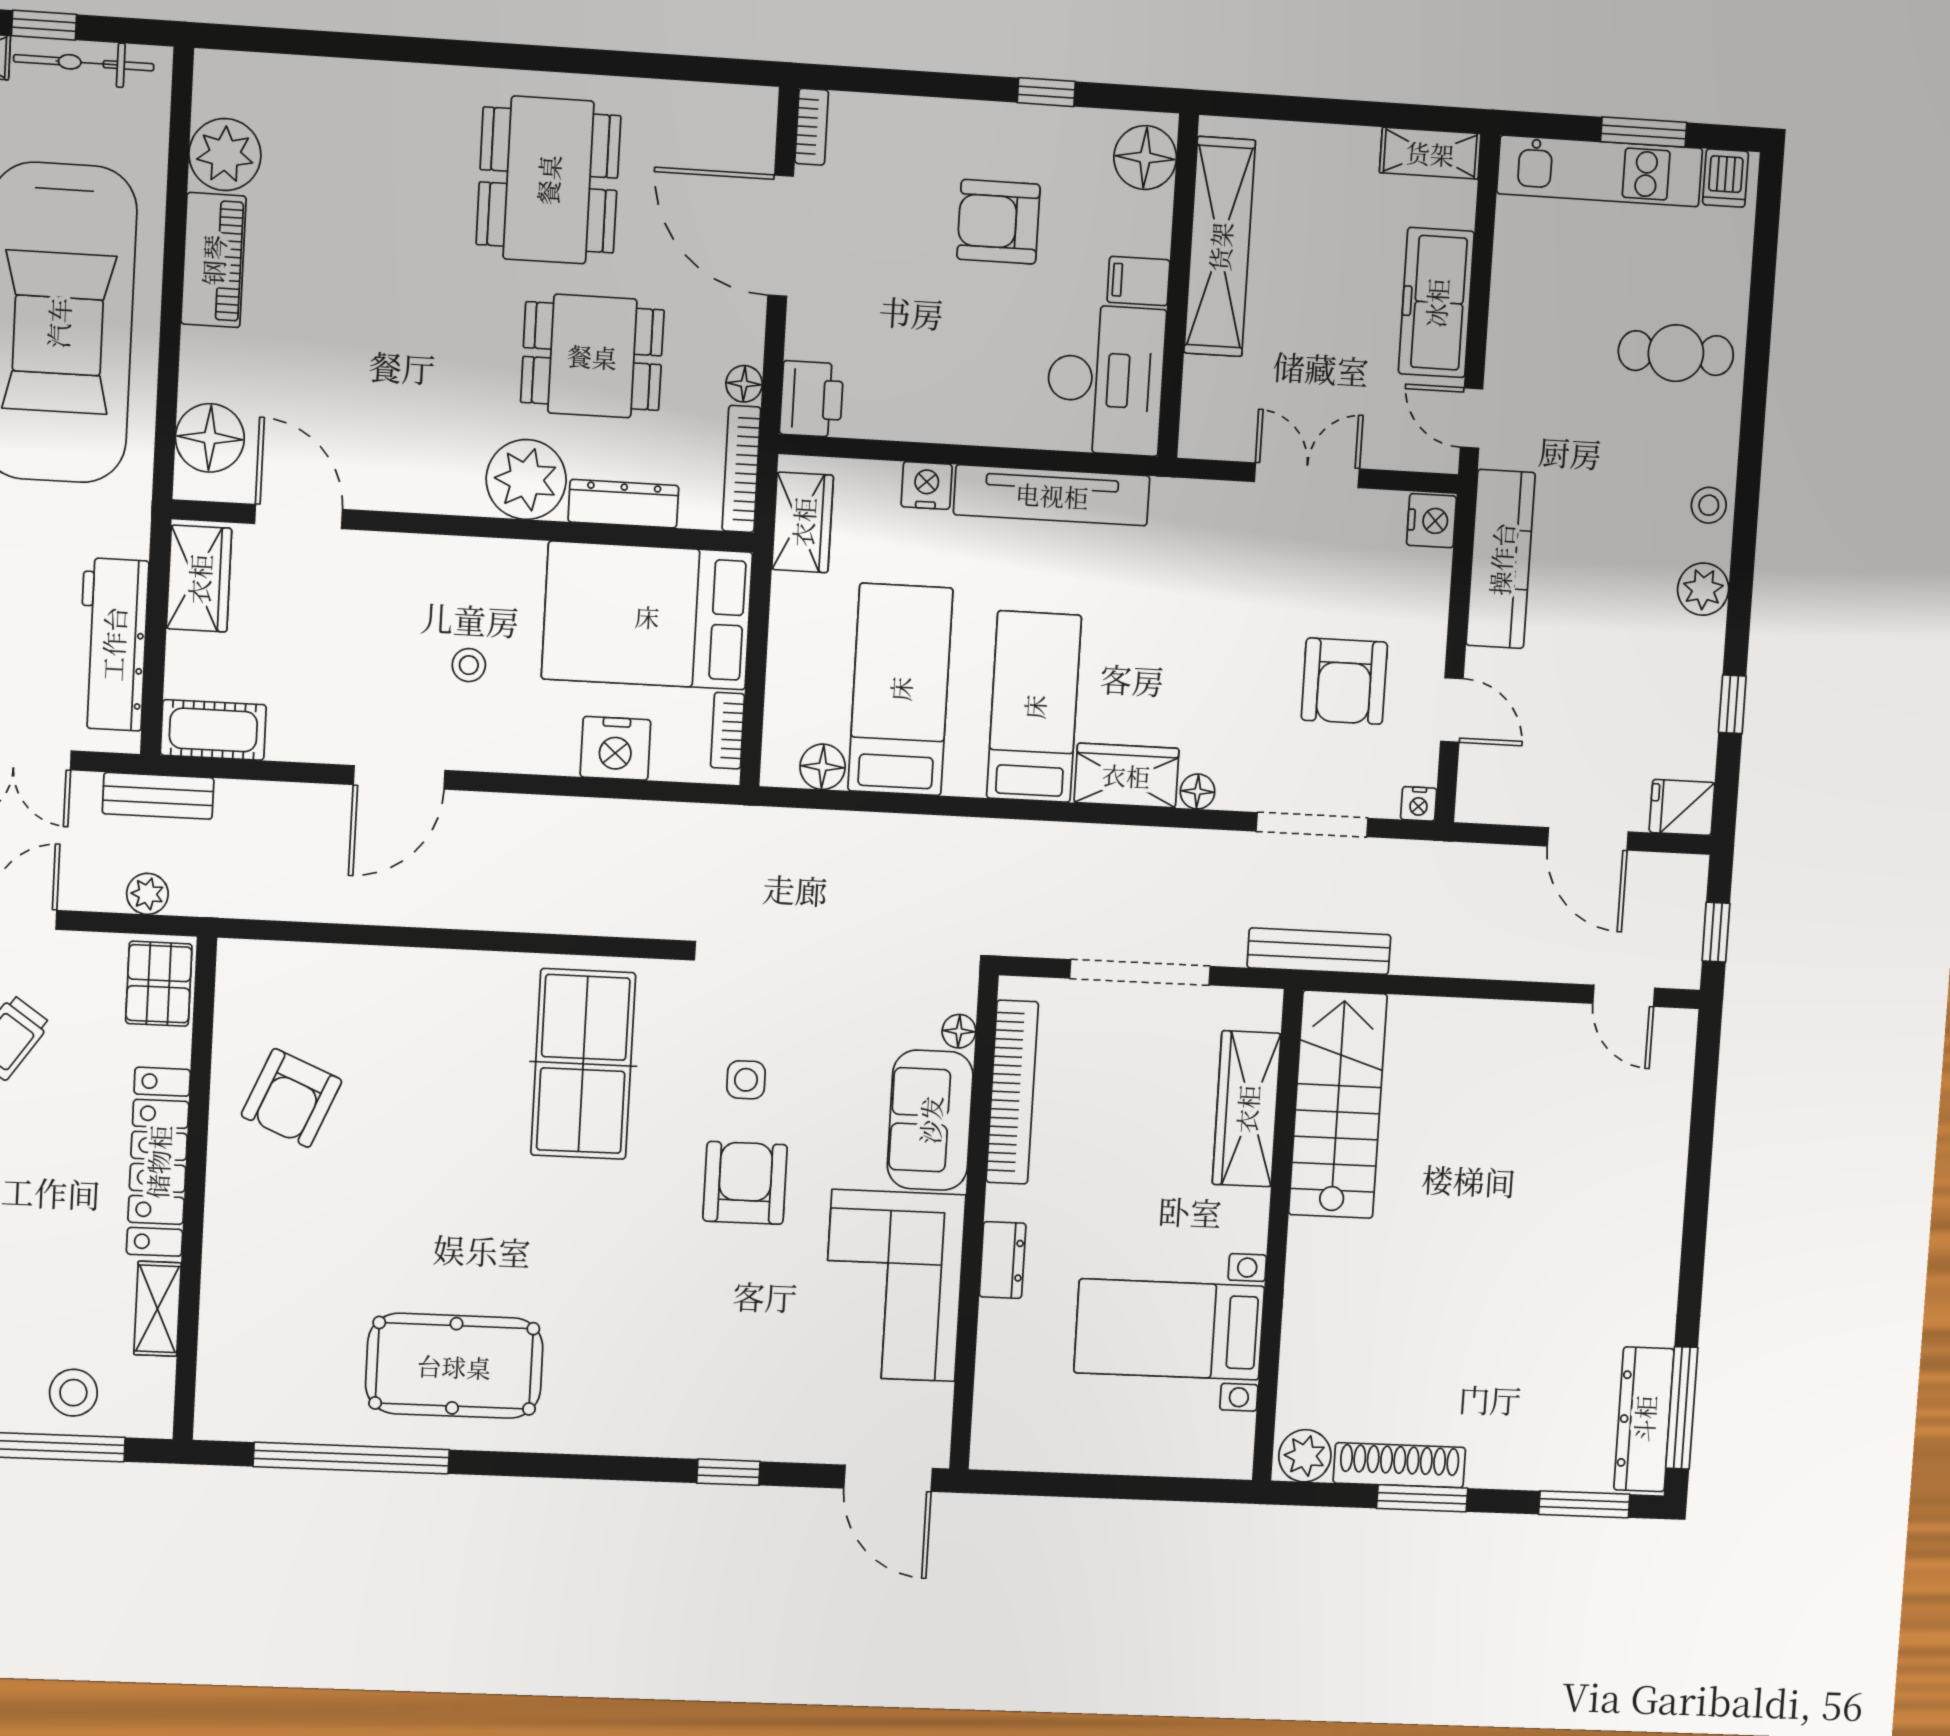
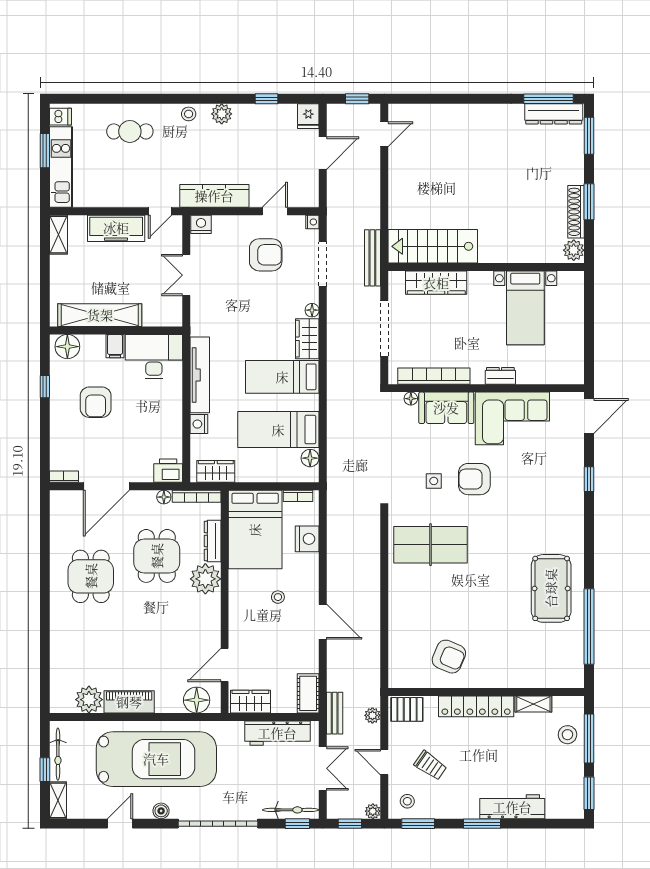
dining table: (548, 180) -> (91, 576), width x0.73
cafe table: (1676, 353) -> (130, 131), turned 90

